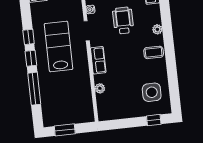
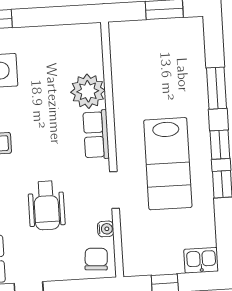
plant: (100, 88) -> (88, 91), width x1.88, depth x1.88
window: (34, 89) -> (217, 88), width x0.69

